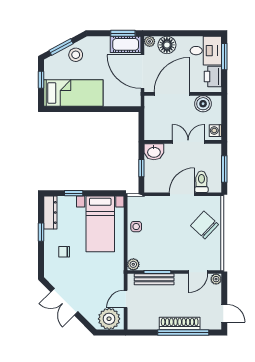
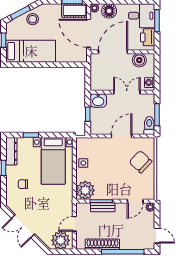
toilet: (201, 182) -> (149, 126), moved
plant: (133, 264) -> (85, 190), width x1.88, depth x1.88
bench: (154, 279) -> (103, 207), width x0.73
shoe rack: (180, 323) -> (102, 244), moved

